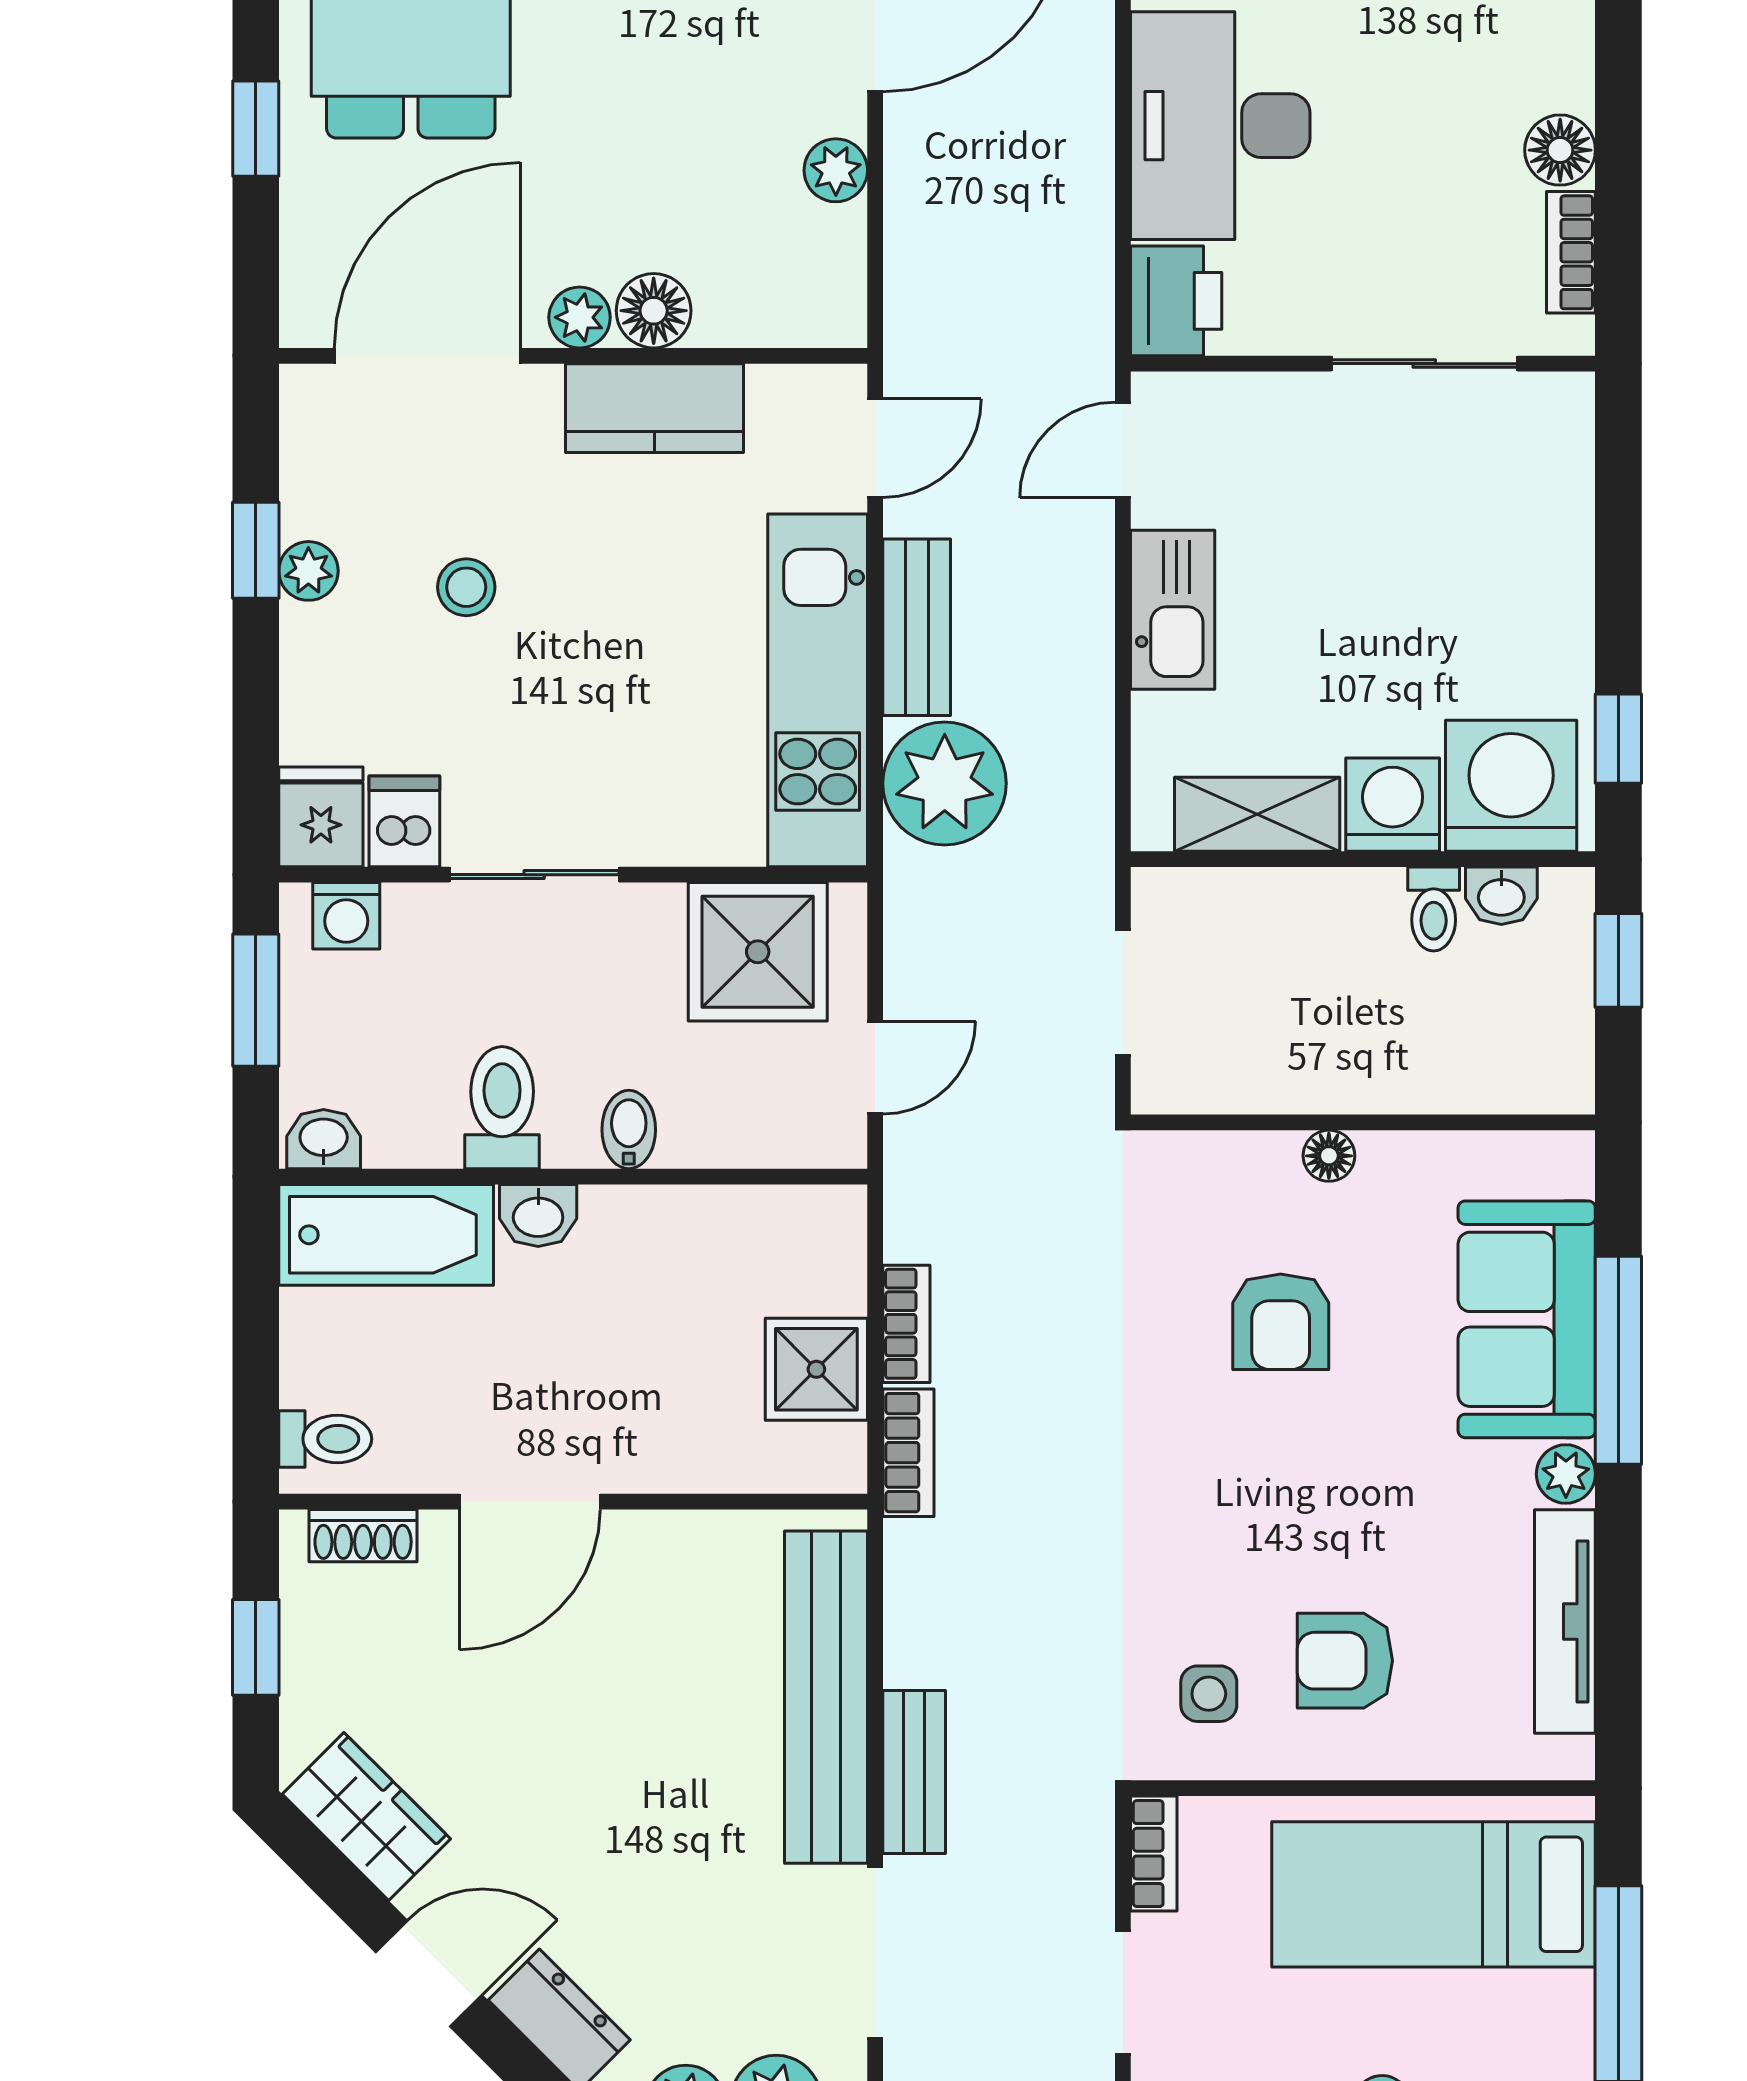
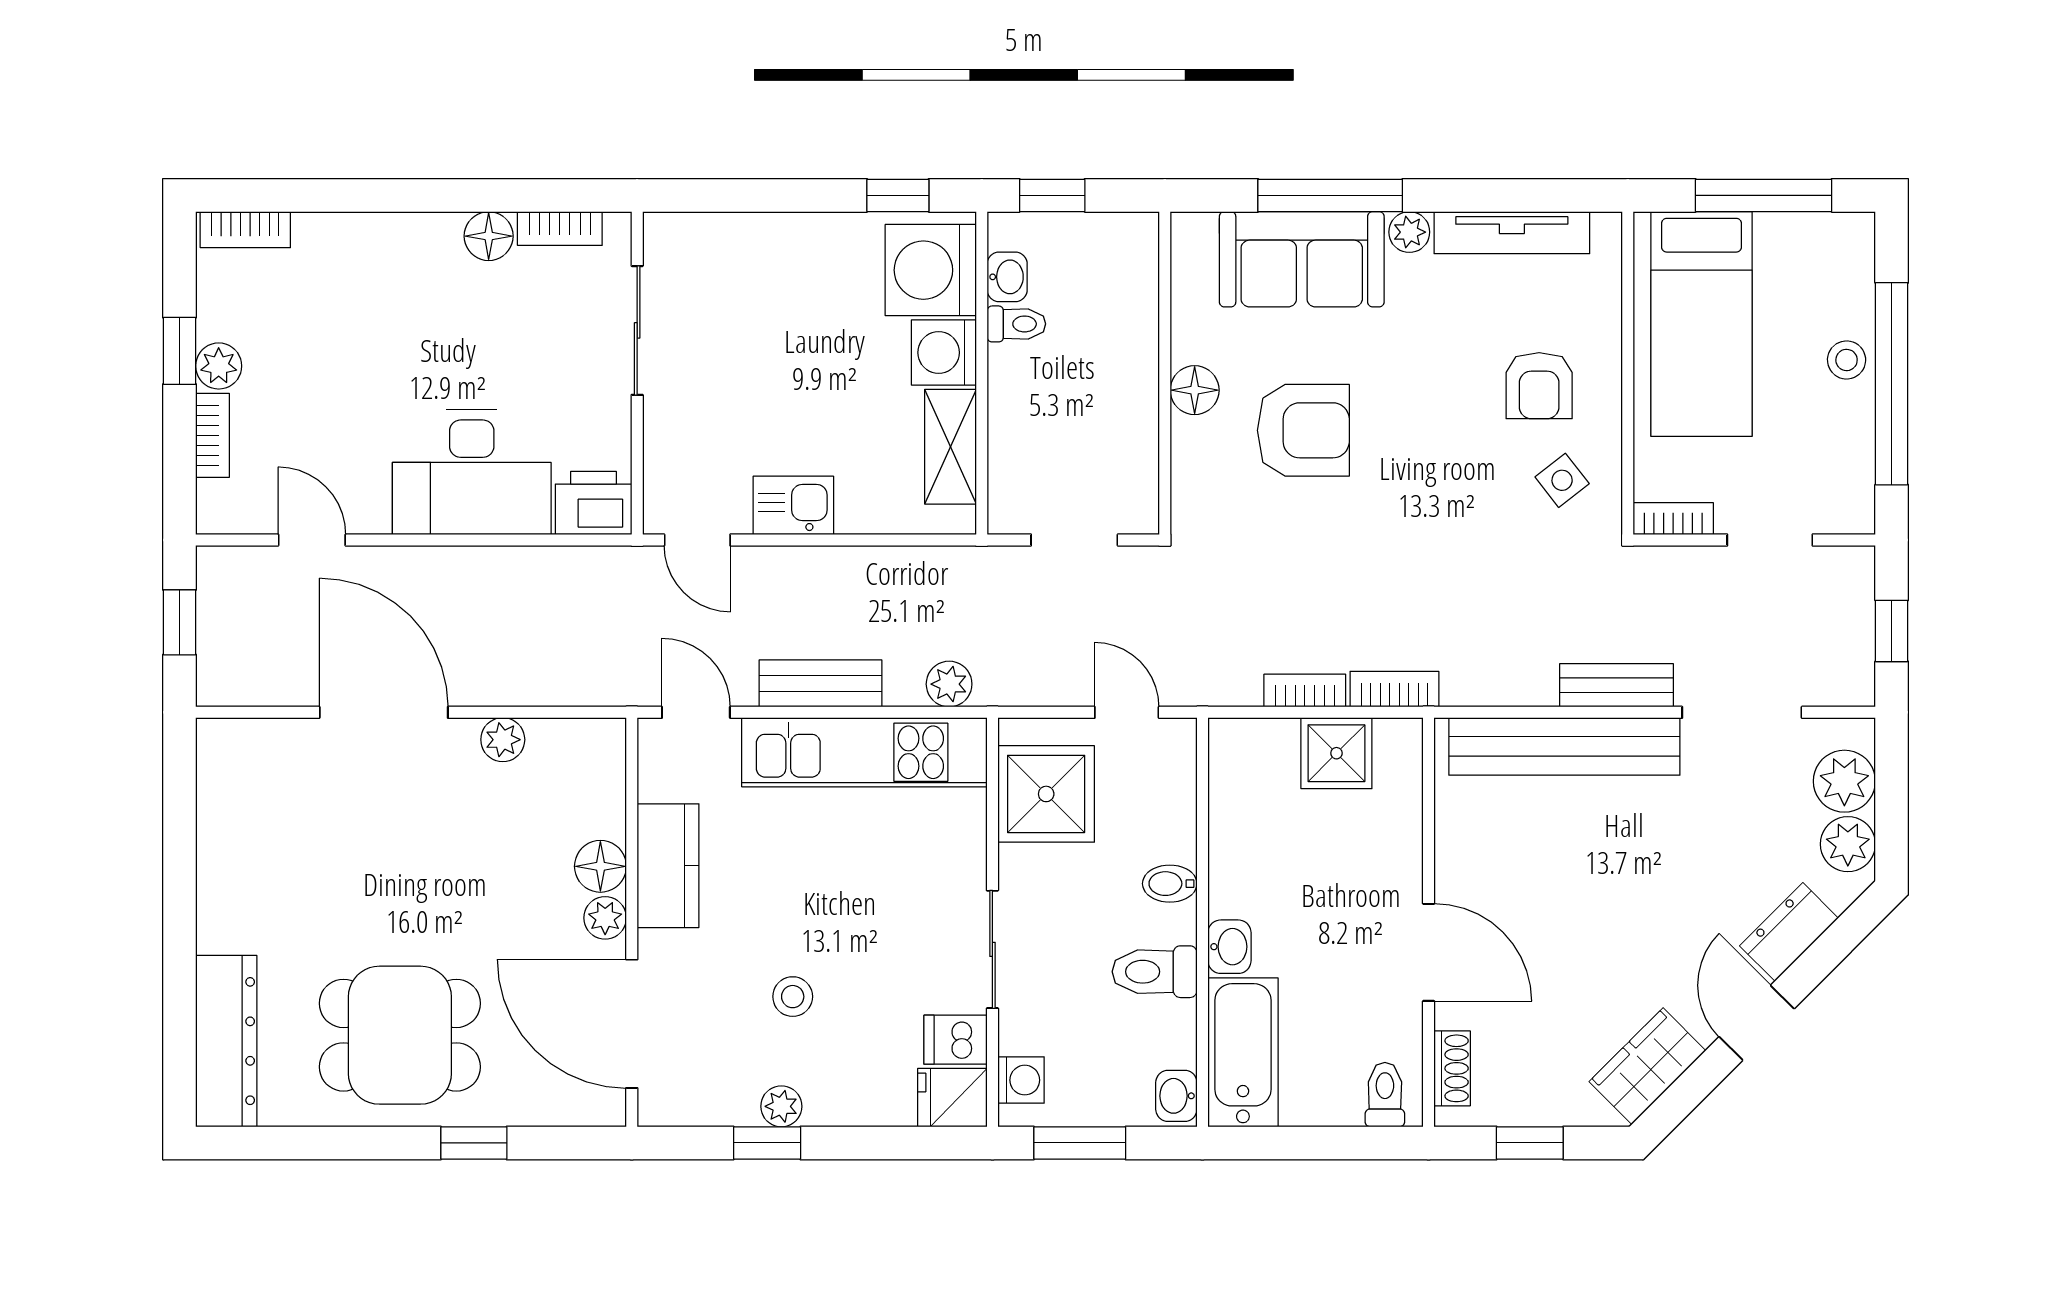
kitchen sink: (1173, 610) -> (793, 505), width x0.73
plant: (945, 783) -> (949, 684), width x0.53, depth x0.53
floor lamp: (1329, 1156) -> (1195, 390), width x1.37, depth x1.37
armchair: (1281, 1322) -> (1303, 430), width x1.38, depth x1.38
side table: (1209, 1694) -> (1562, 480), turned -38

